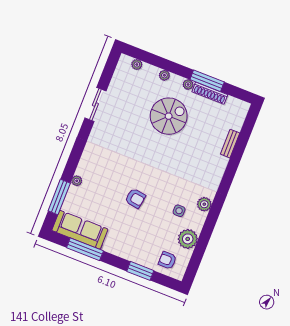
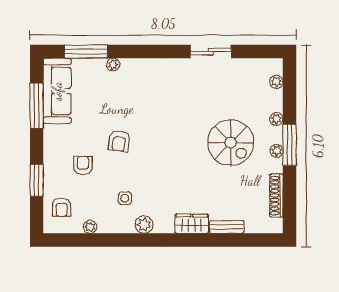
window: (207, 81) -> (290, 145), moved
shoe rack: (210, 93) -> (276, 196), moved
wardrobe: (218, 169) -> (192, 224), added
armchair: (143, 232) -> (83, 165), added
plant: (188, 239) -> (90, 227), width x0.53, depth x0.53
armchair: (167, 260) -> (62, 207), turned 180

